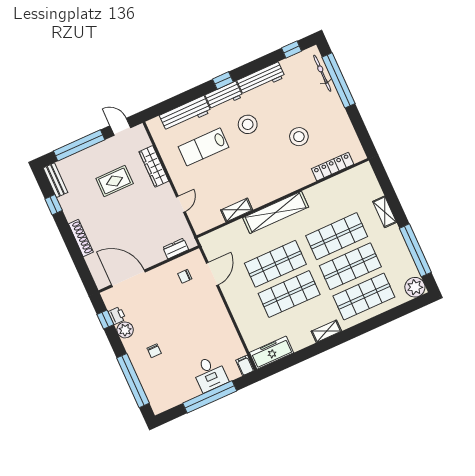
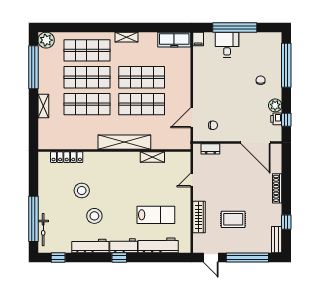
stool: (248, 124) -> (94, 216), moved

